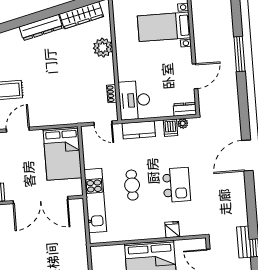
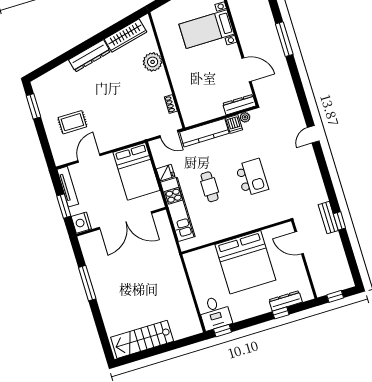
door: (195, 76) -> (247, 70), hinge flipped
desk: (134, 100) -> (194, 105), removed
dresser: (185, 109) -> (239, 105), width x1.44
kitchen counter: (139, 130) -> (204, 133), width x1.50
door: (247, 155) -> (313, 134), width x0.53
fridge: (172, 229) -> (166, 173), moved, turned 90

